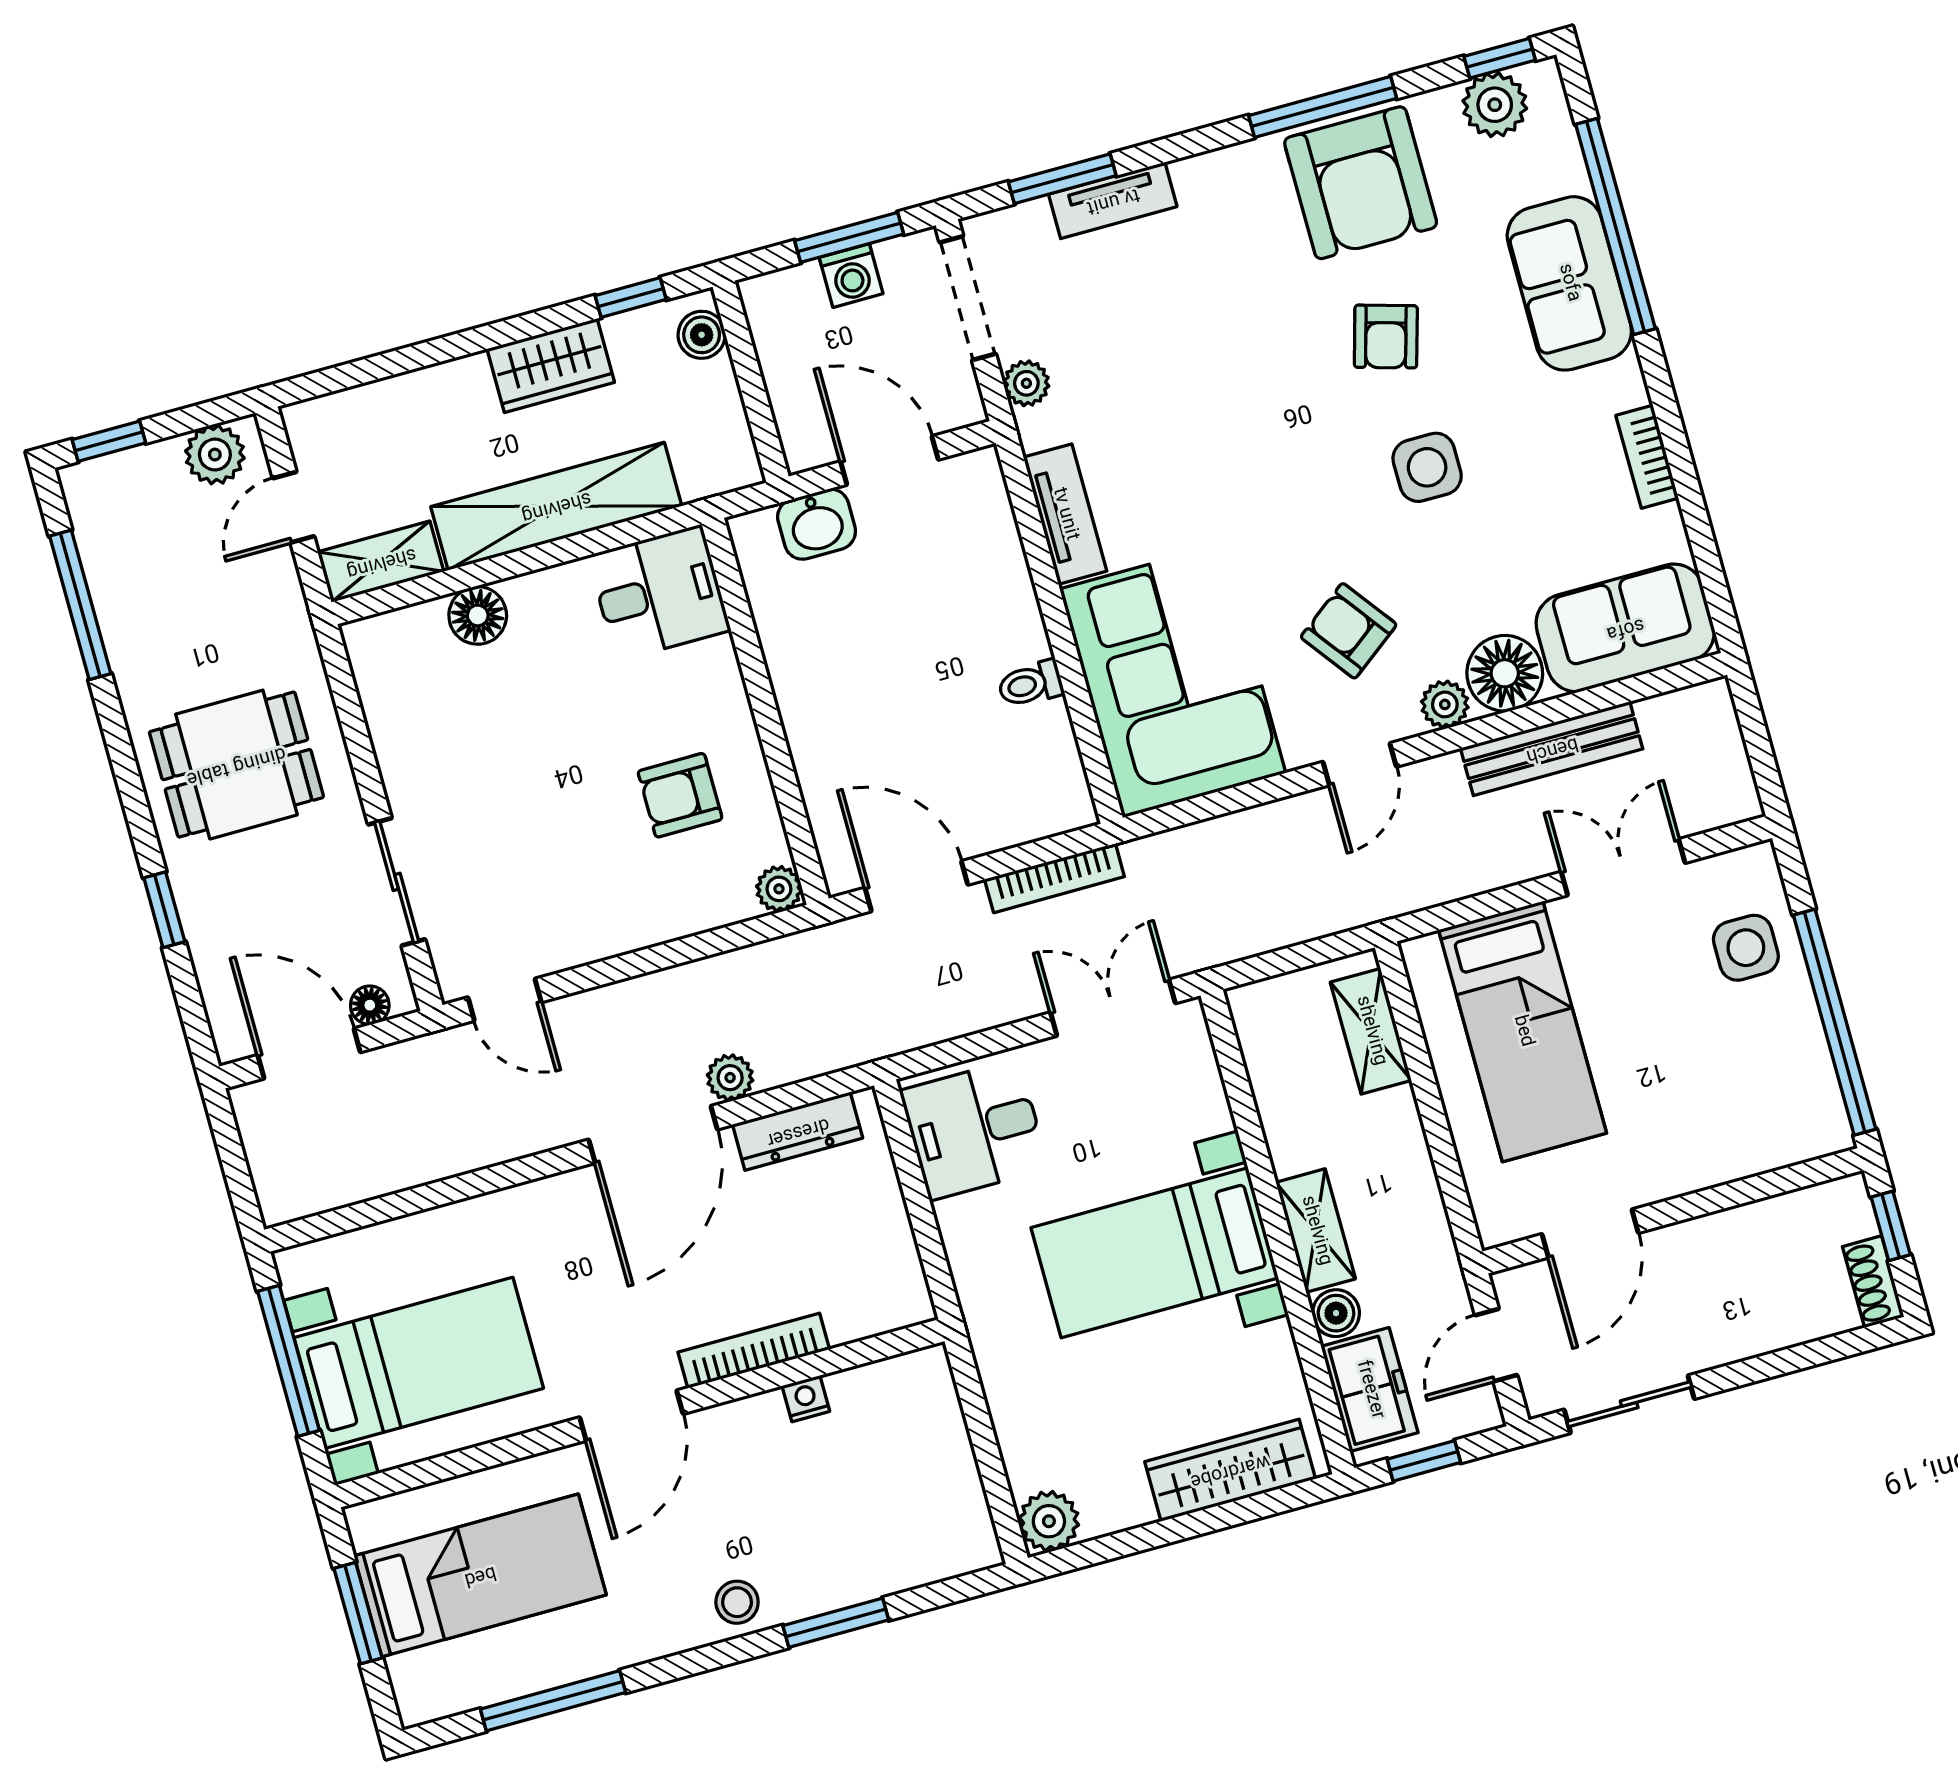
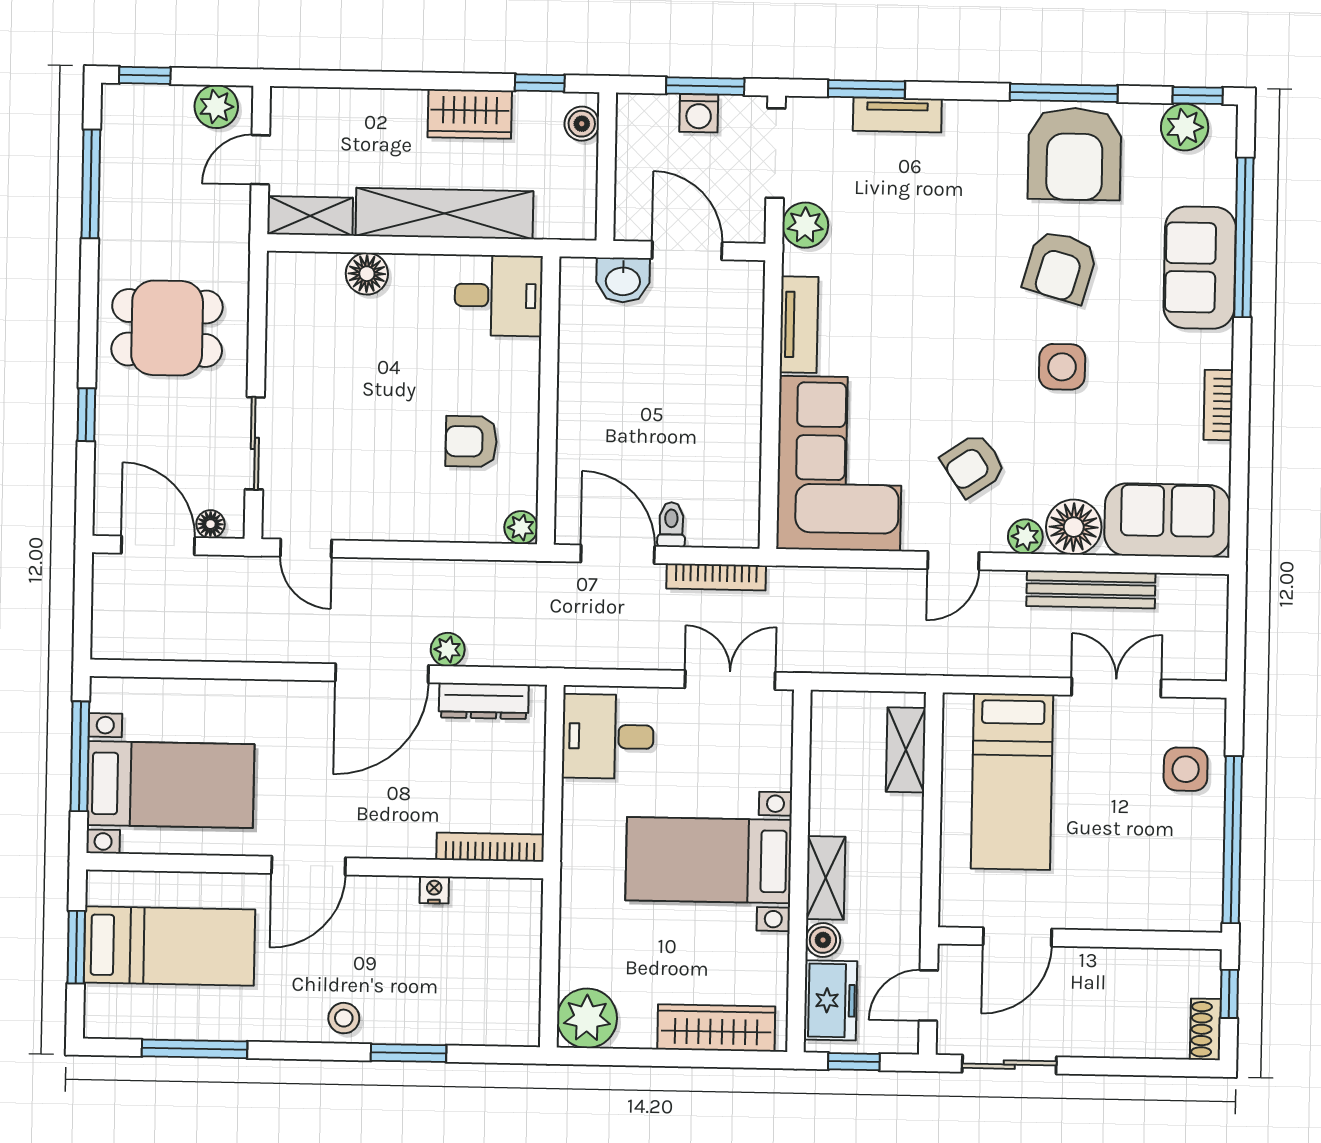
armchair: (1386, 337) -> (1060, 267), width x1.38, depth x1.38
plant: (1026, 383) -> (805, 225), width x1.38, depth x1.38
armchair: (1349, 631) -> (973, 465), turned -87
toilet: (1030, 684) -> (671, 525), moved, turned 90
bookcase: (754, 1351) -> (490, 847), moved
plant: (1049, 1521) -> (587, 1018), width x1.36, depth x1.36

